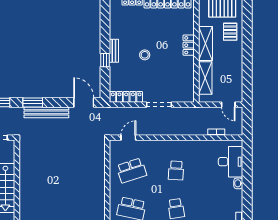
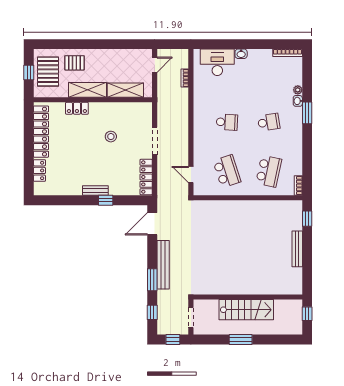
locker: (189, 45) -> (77, 108), moved
stool: (145, 55) -> (111, 137), moved

